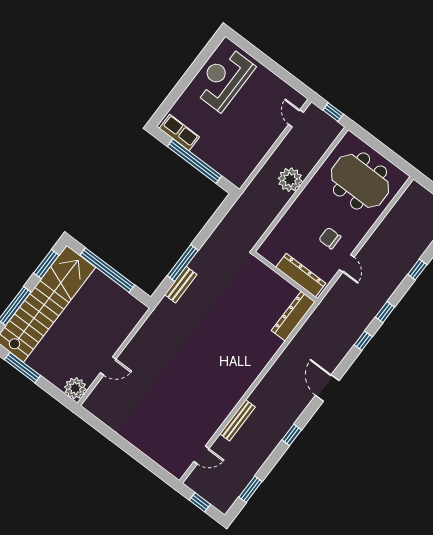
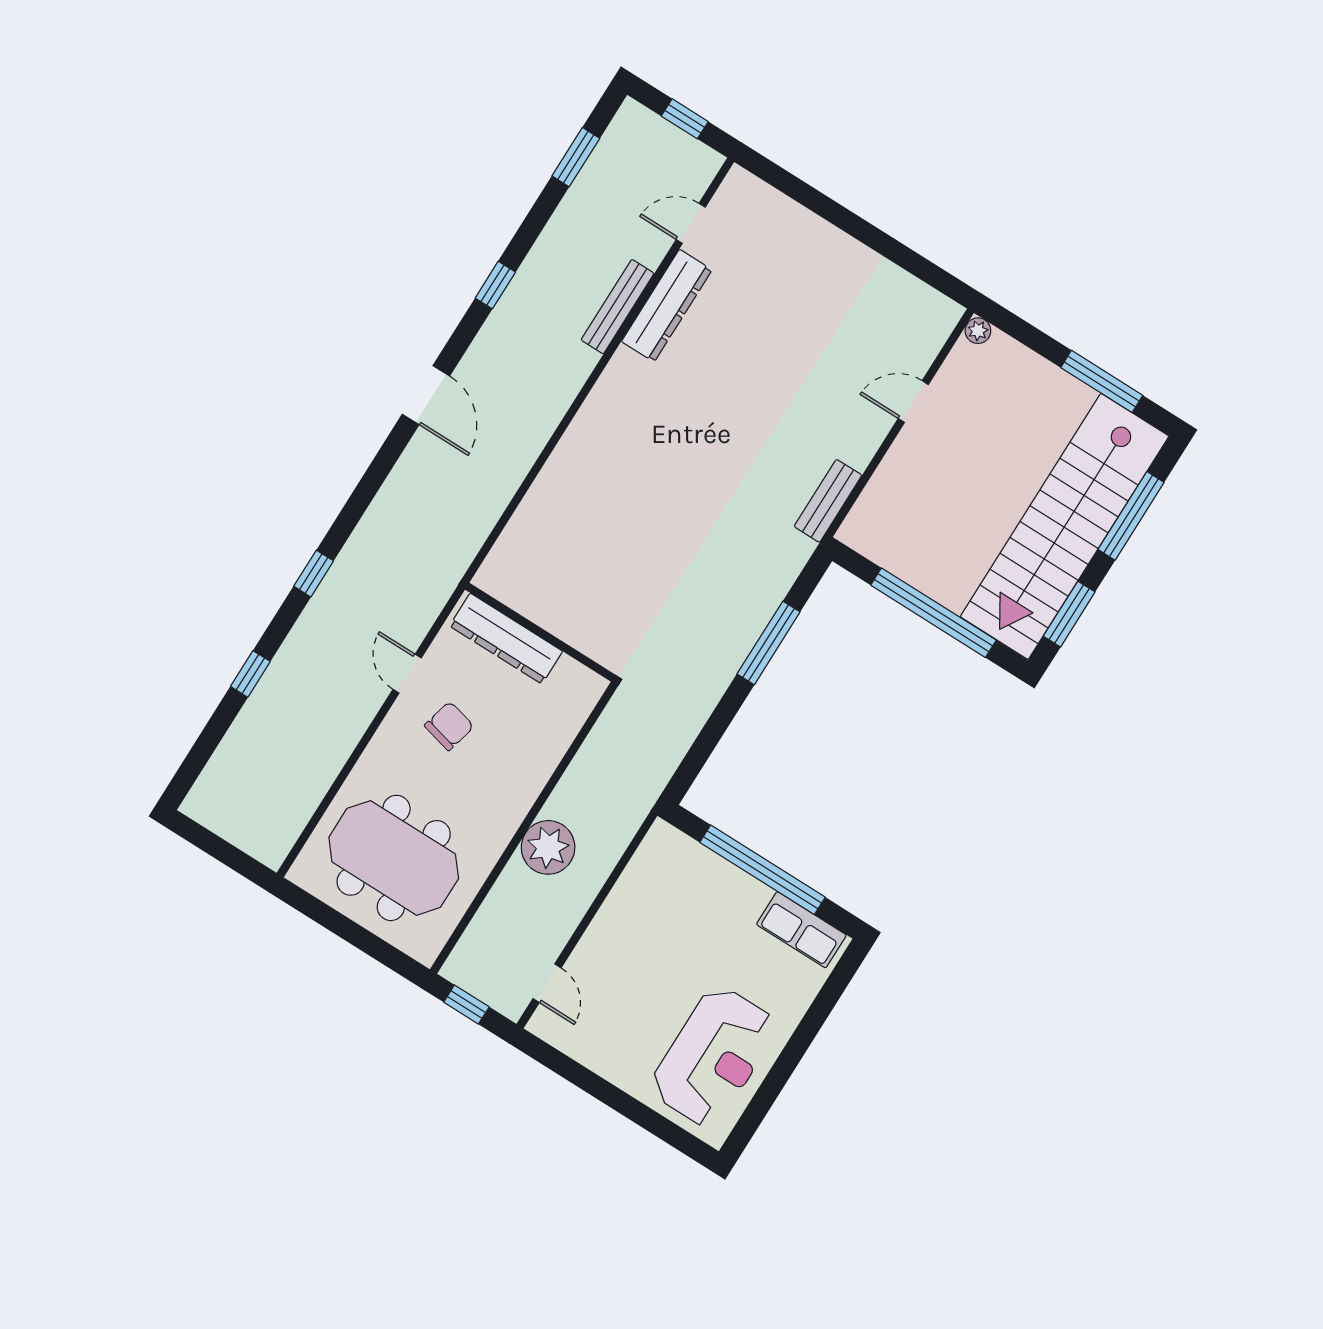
chair: (330, 238) -> (449, 726), turned -76
bench: (181, 285) -> (828, 501), moved
dresser: (293, 316) -> (667, 306), moved
window: (363, 341) -> (356, 506), removed
plant: (75, 388) -> (978, 331), width x0.53, depth x0.53

